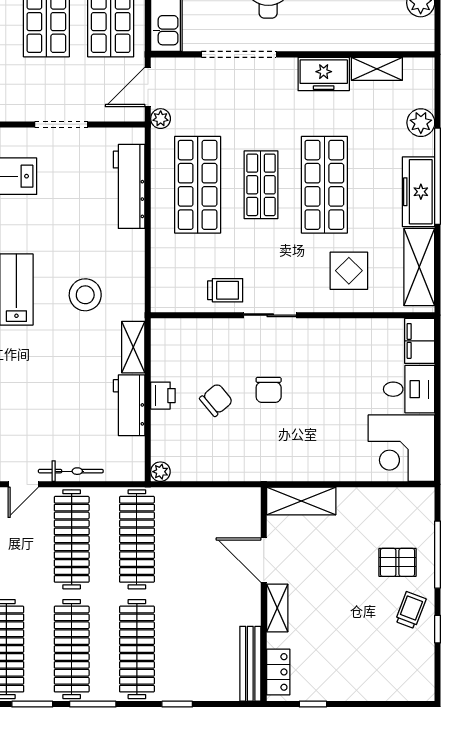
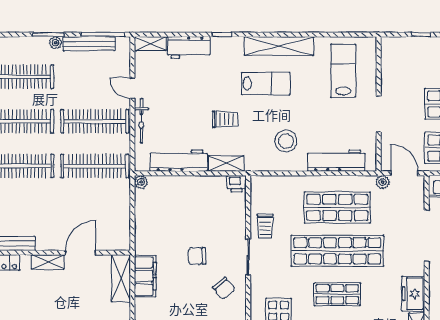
shop shelf: (261, 185) -> (337, 251), width x2.00, depth x1.36
shop shelf: (324, 185) -> (337, 294), width x0.70, depth x0.74
stool: (85, 295) -> (286, 141), moved
trolley: (69, 349) -> (225, 119), added
printer: (163, 396) -> (237, 184), moved
chair: (216, 400) -> (224, 288), moved
workbench: (129, 405) -> (179, 161), width x1.37
filing cabinet: (298, 466) -> (145, 276), added

